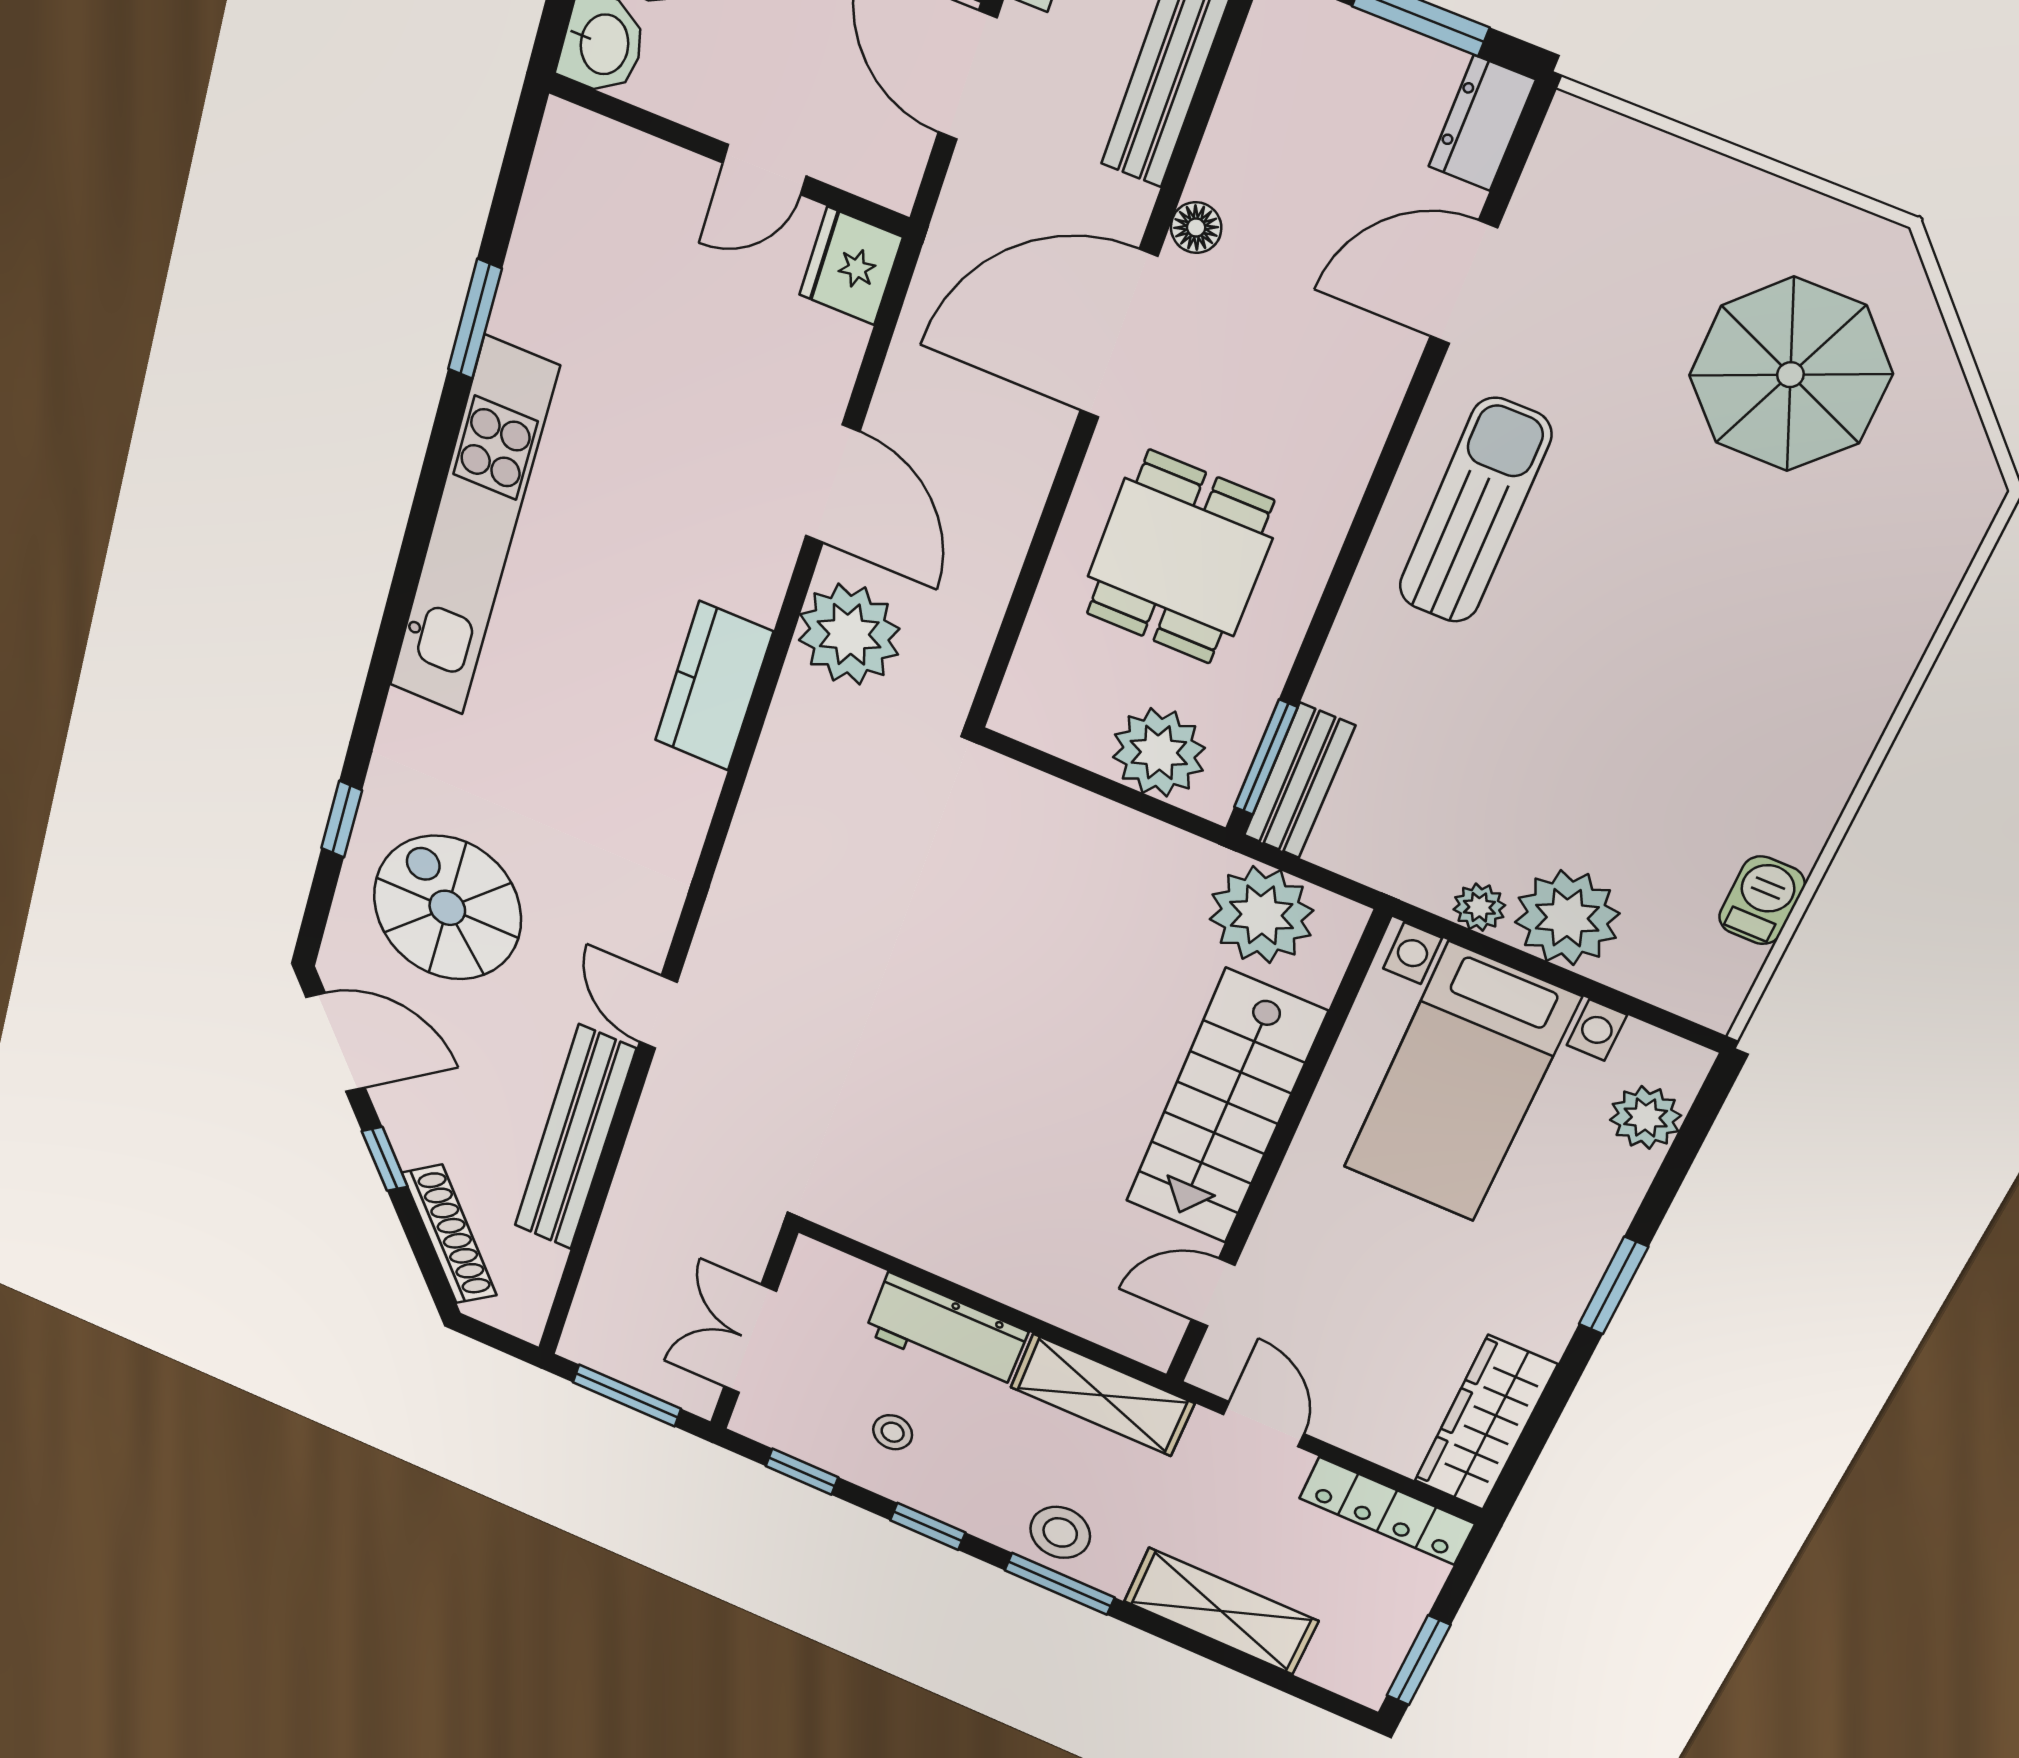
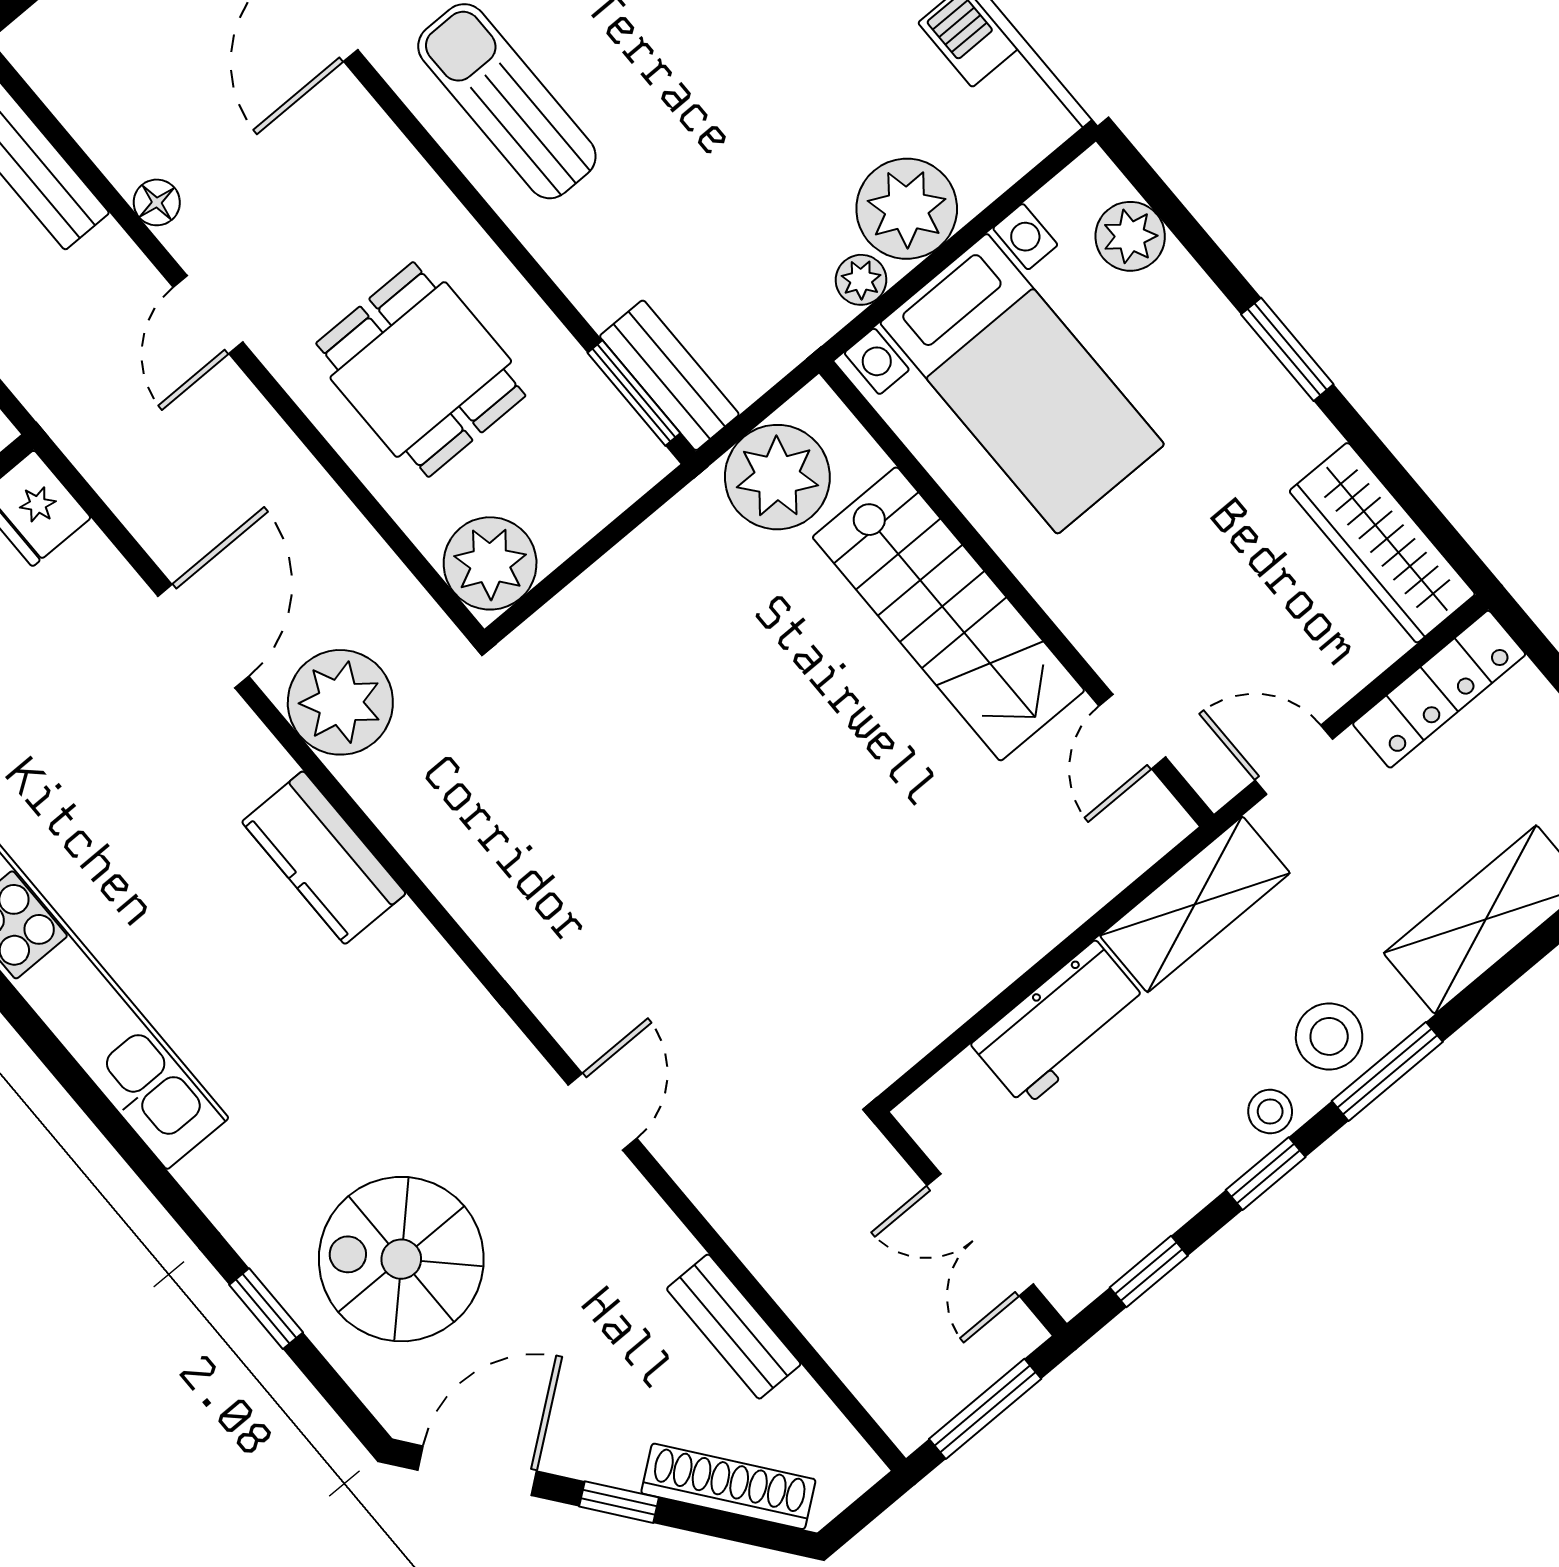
door: (1119, 334) -> (208, 315), width x0.53
door: (833, 484) -> (203, 636), hinge flipped
plant: (1159, 752) -> (490, 563), moved
door: (658, 1012) -> (602, 1112), swing flipped
bench: (575, 1138) -> (734, 1327), width x0.54, depth x0.82
stool: (893, 1432) -> (1270, 1111), moved

